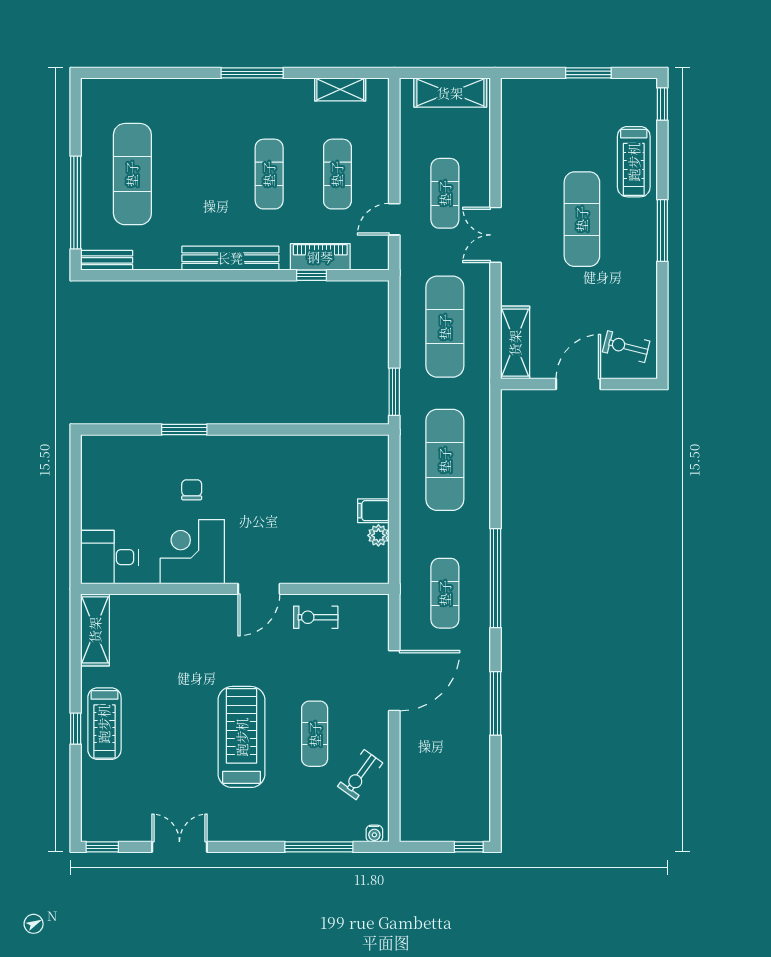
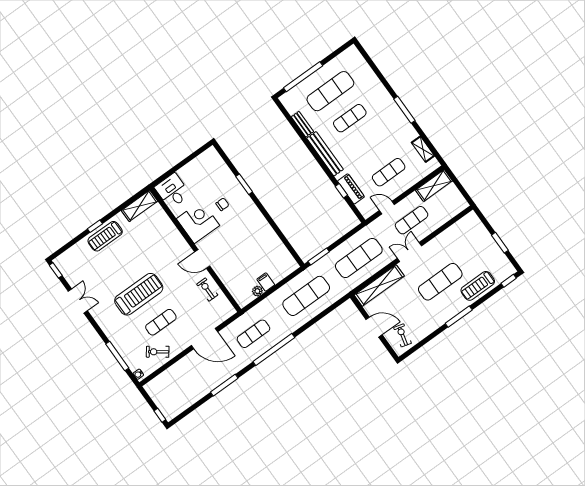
shelving: (450, 93) -> (434, 185), moved, turned 90
exercise mat: (269, 174) -> (350, 118), moved
bench: (107, 260) -> (302, 124), moved
shelving: (515, 343) -> (379, 286), width x1.47

